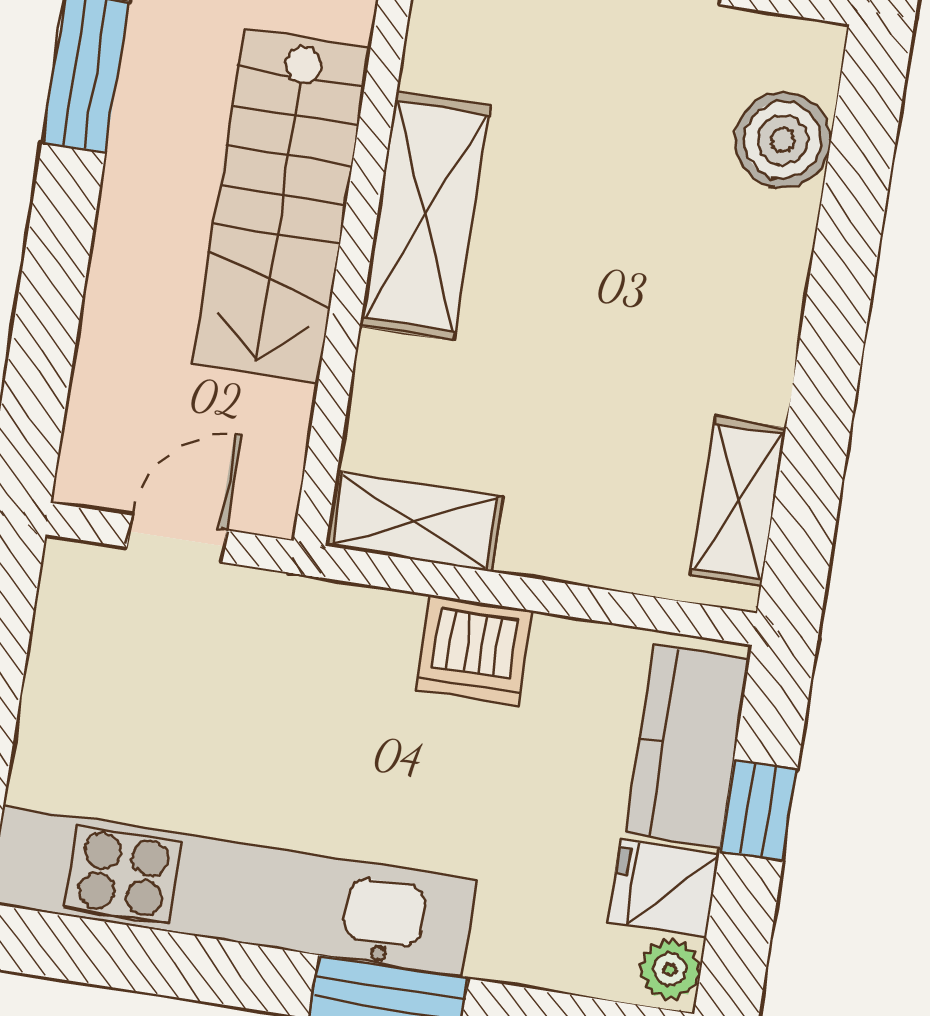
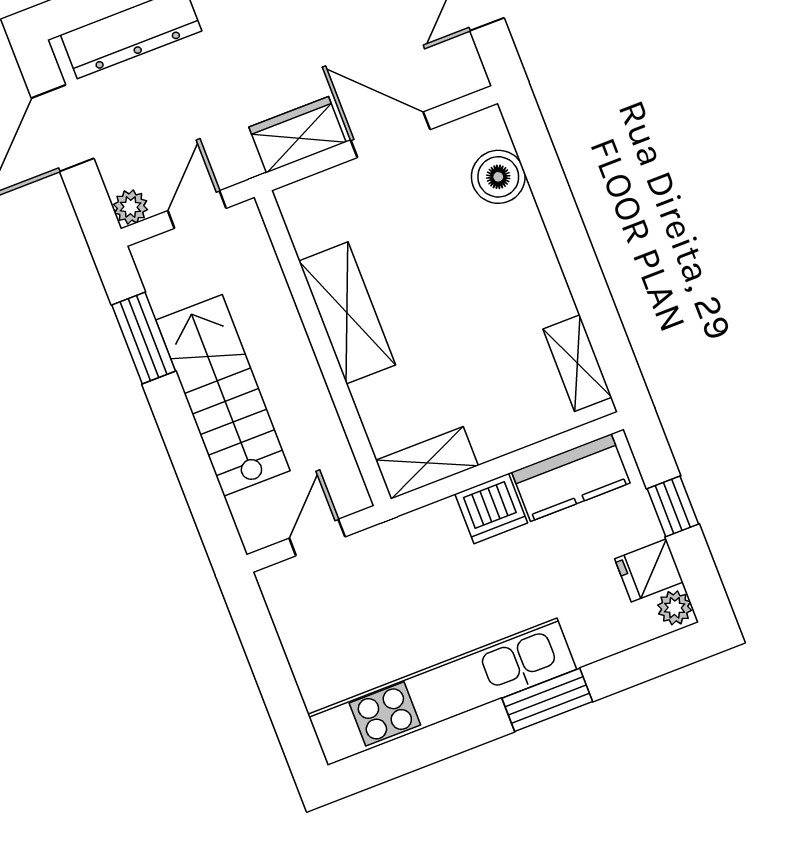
stairs: (281, 206) -> (223, 395), moved, turned 180
kitchen counter: (688, 746) -> (571, 478), moved, turned -90

